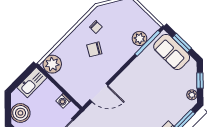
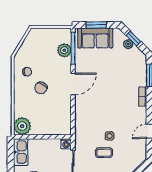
door: (99, 93) -> (73, 84), moved
plant: (192, 95) -> (128, 44), moved
washing machine: (63, 101) -> (66, 144), moved

